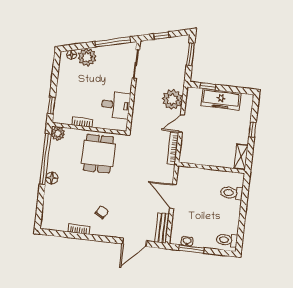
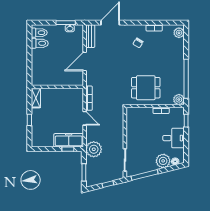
plant: (172, 99) -> (94, 149), moved
freezer: (221, 99) -> (69, 140), moved
desk: (116, 105) -> (173, 138), moved, turned 180
door: (181, 123) -> (85, 118), hinge flipped
dining table: (98, 154) -> (146, 88), turned 90
floor lamp: (52, 178) -> (179, 65), removed
toilet: (232, 193) -> (40, 43), moved
door: (173, 196) -> (85, 61), swing flipped
plant: (48, 219) -> (179, 33), added

